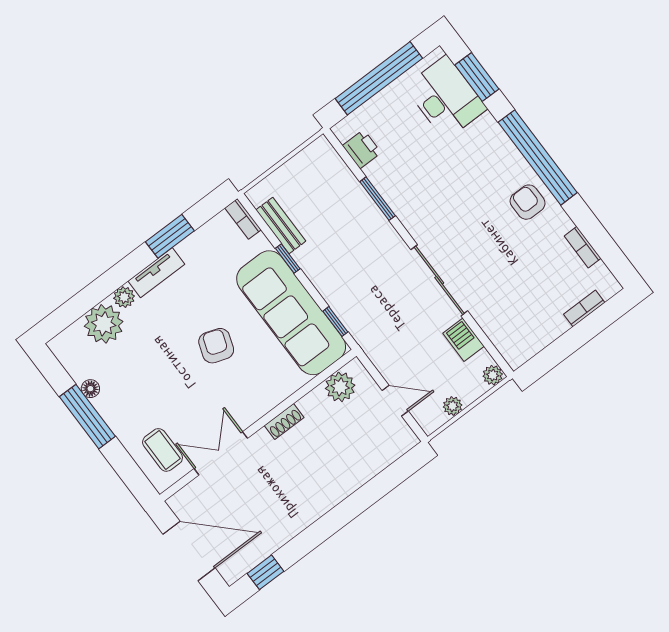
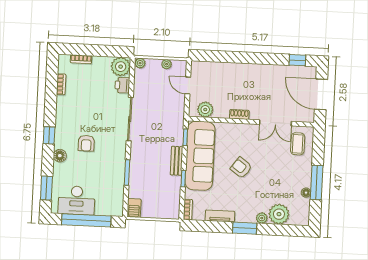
desk: (446, 98) -> (77, 200), moved, turned -90
floor lamp: (497, 141) -> (60, 156), added
printer: (362, 149) -> (122, 85), moved
window: (538, 157) -> (49, 135), width x0.32
armchair: (528, 202) -> (86, 143), moved
bench: (281, 225) -> (177, 161), moved
window: (170, 236) -> (245, 228), moved
tv unit: (156, 273) -> (220, 216), moved
barbecue: (463, 340) -> (134, 208), moved
armchair: (216, 346) -> (241, 168), turned 107
plant: (517, 346) -> (121, 67), added

